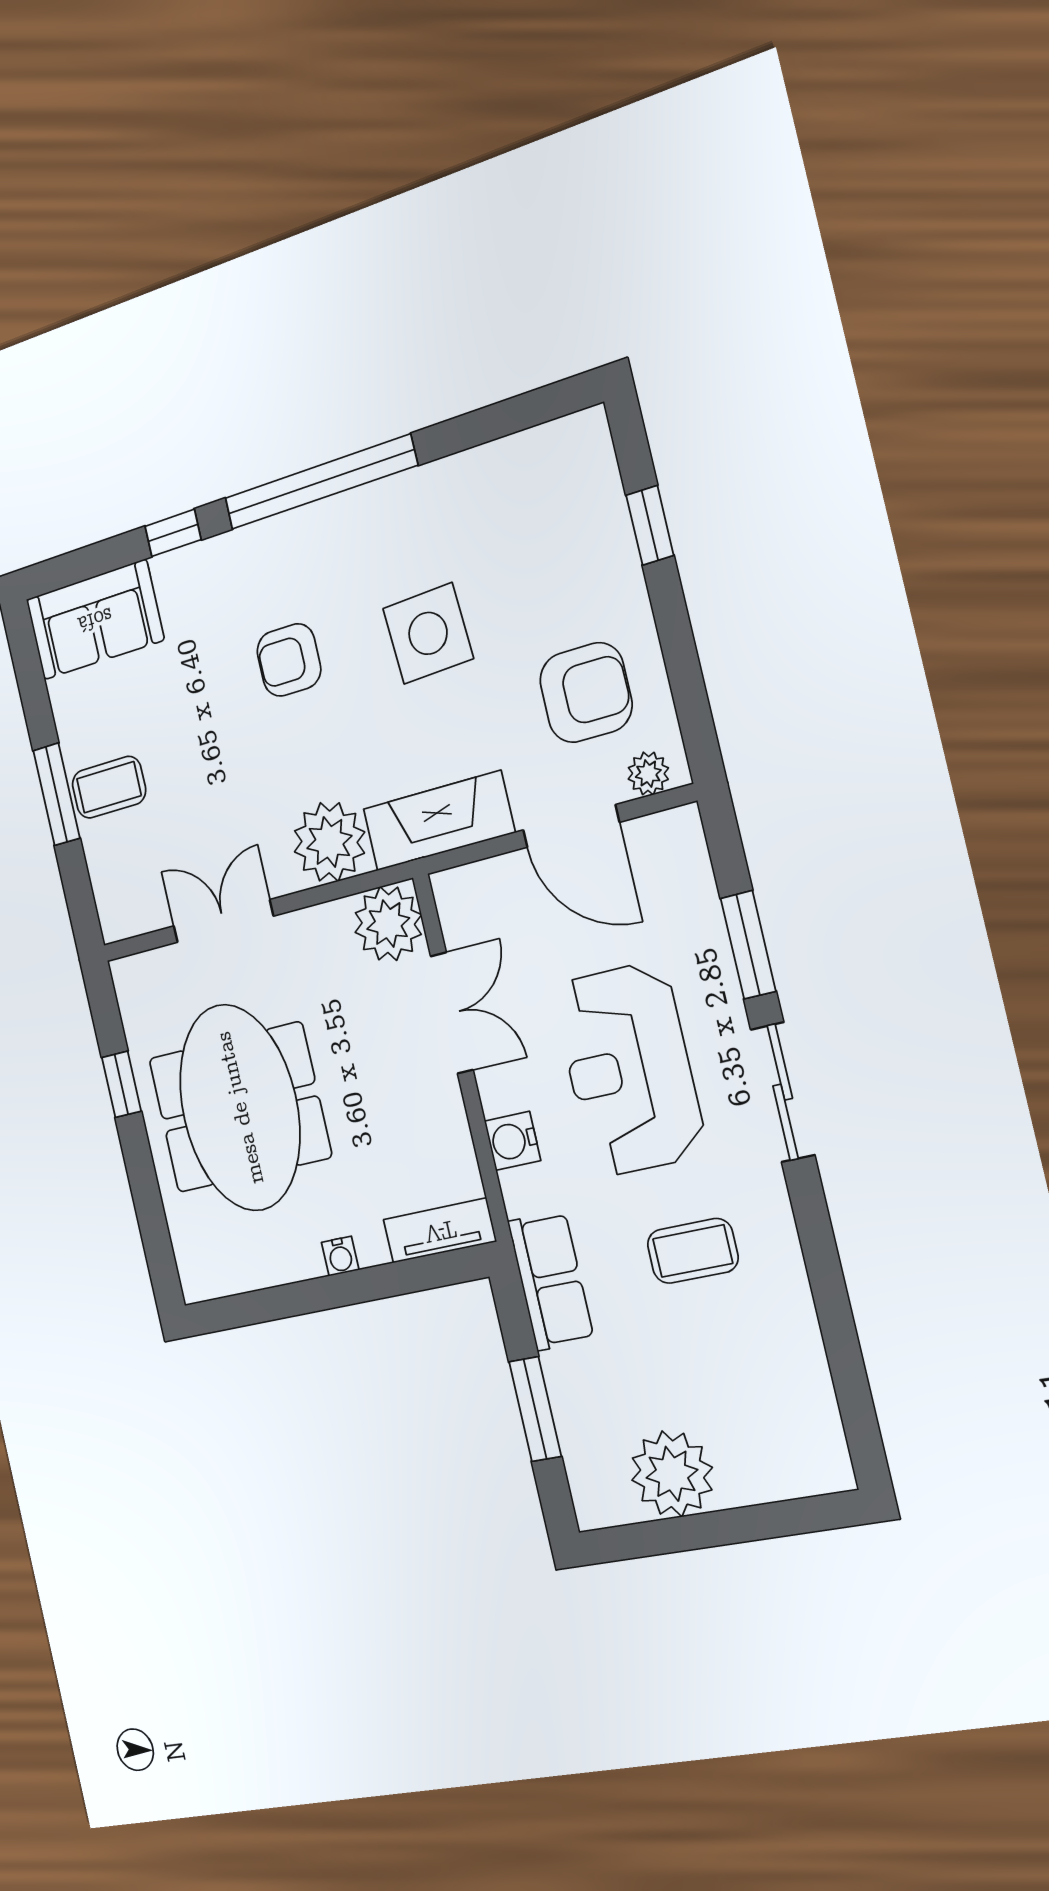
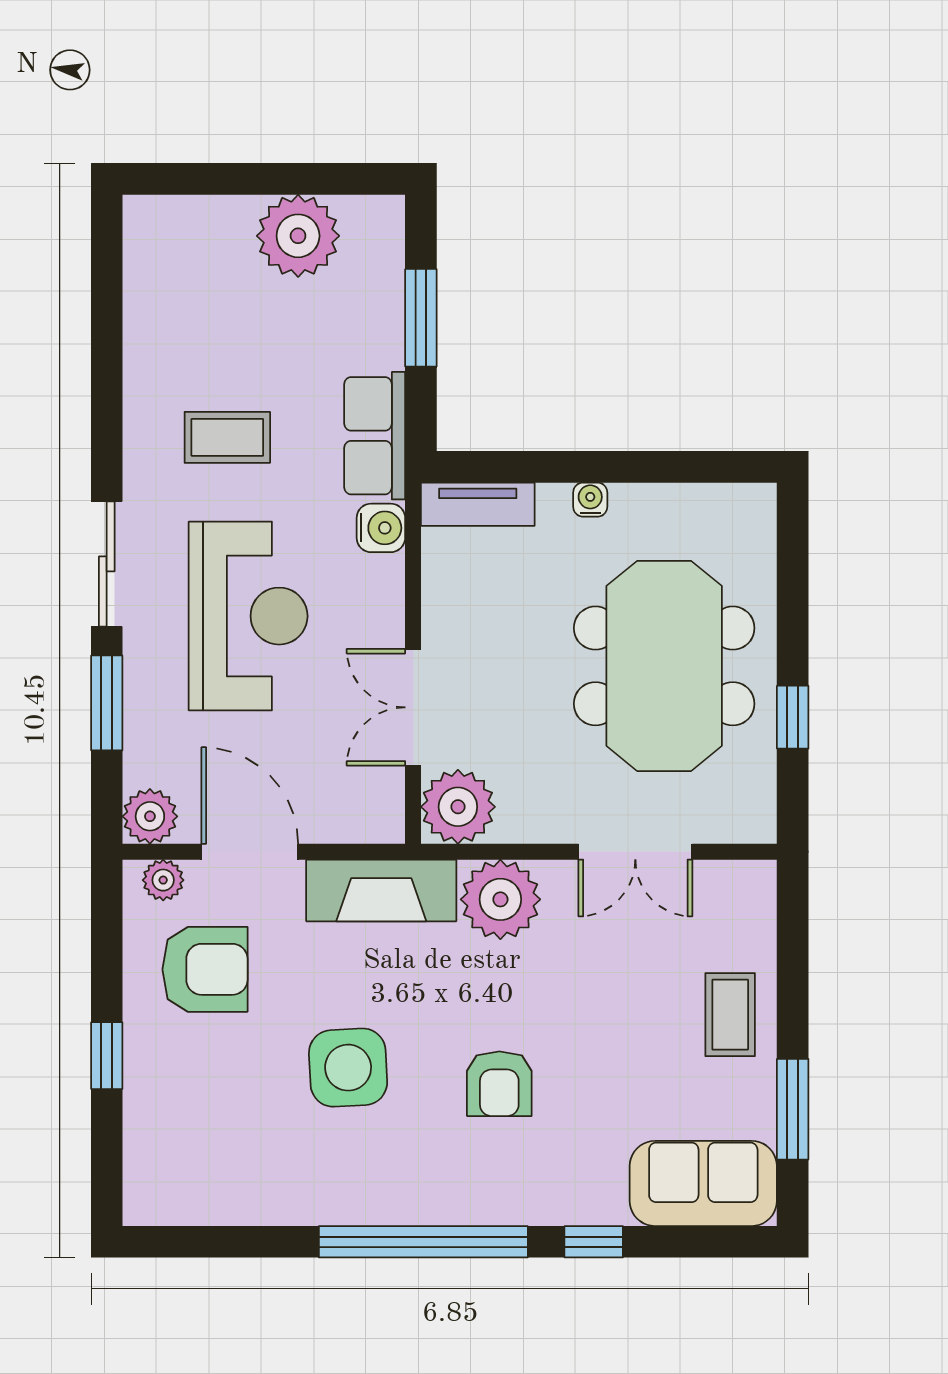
window: (650, 525) -> (107, 1056), moved
armchair: (289, 660) -> (499, 1084), turned 90
armchair: (586, 693) -> (205, 969), turned 180
coffee table: (109, 787) -> (730, 1015), turned 90
window: (56, 794) -> (793, 1109), moved
plant: (677, 837) -> (150, 816), added
water cooler: (513, 1141) -> (381, 528), moved

